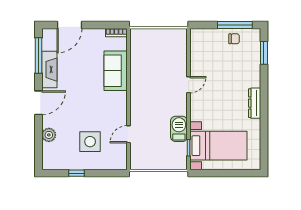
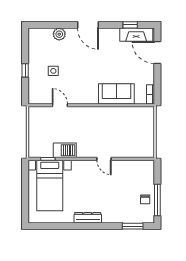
window: (38, 55) -> (130, 25), width x0.46
fireplace: (49, 70) -> (136, 35), moved
side table: (90, 142) -> (53, 71), width x0.54, depth x0.54
window: (76, 173) -> (25, 70), moved

